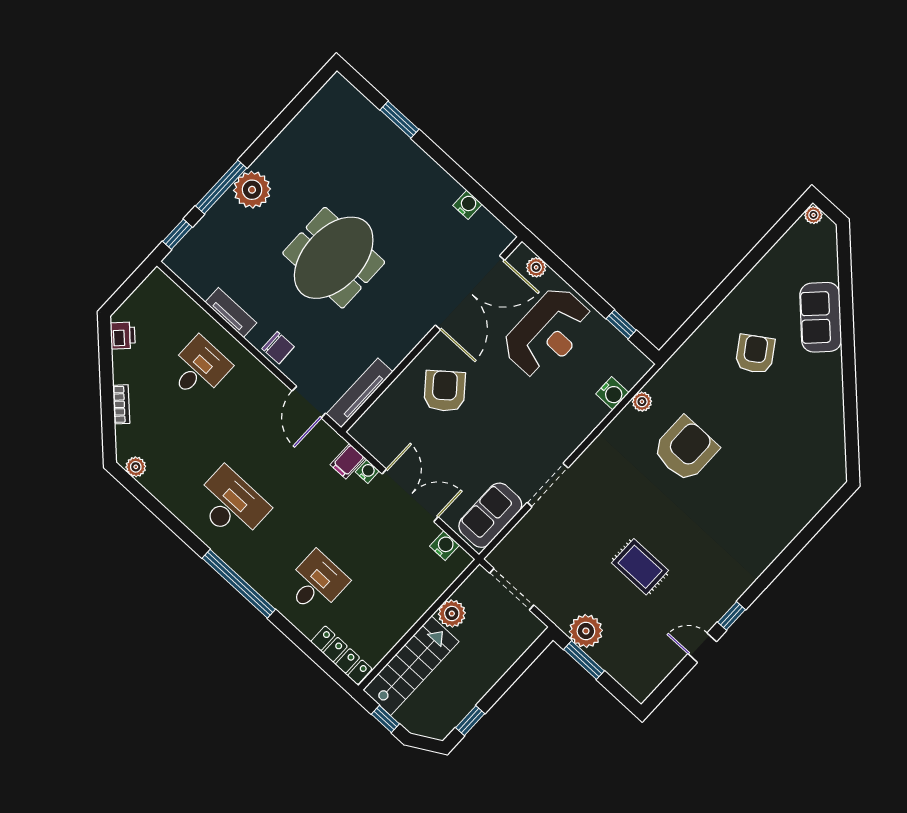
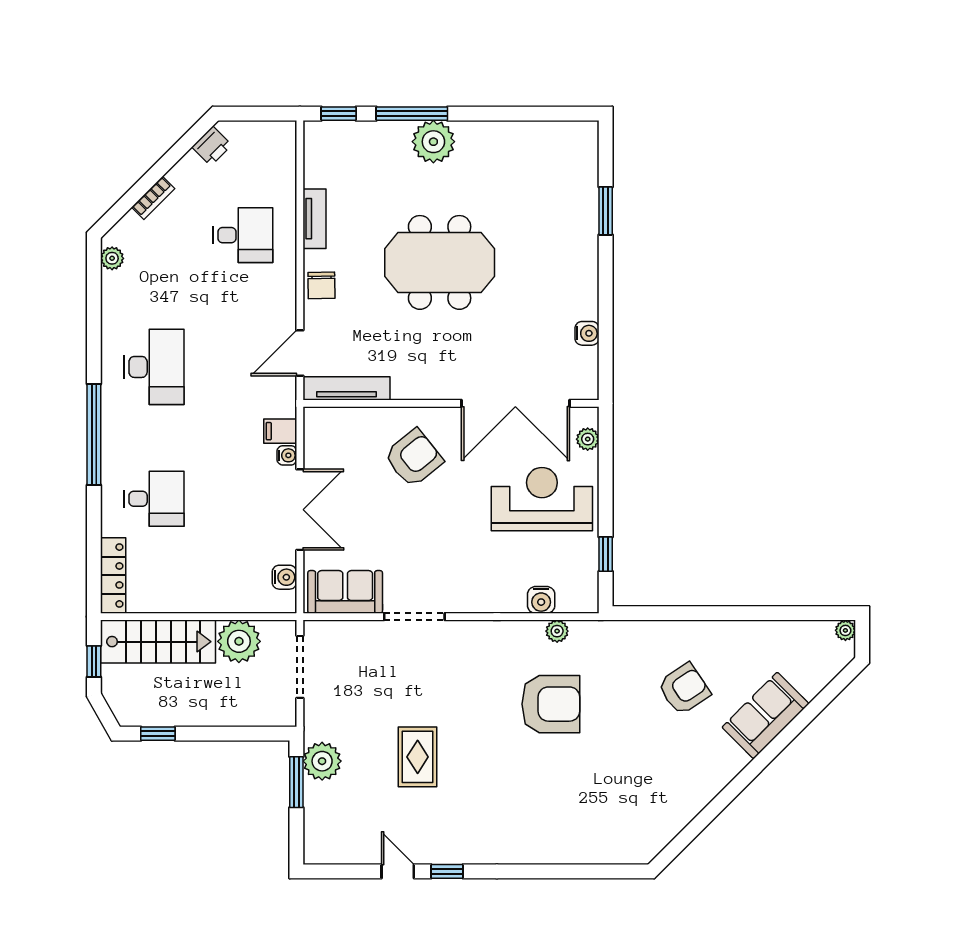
reception desk: (548, 333) -> (542, 499), turned 180
plant: (452, 614) -> (239, 641), width x1.36, depth x1.36

